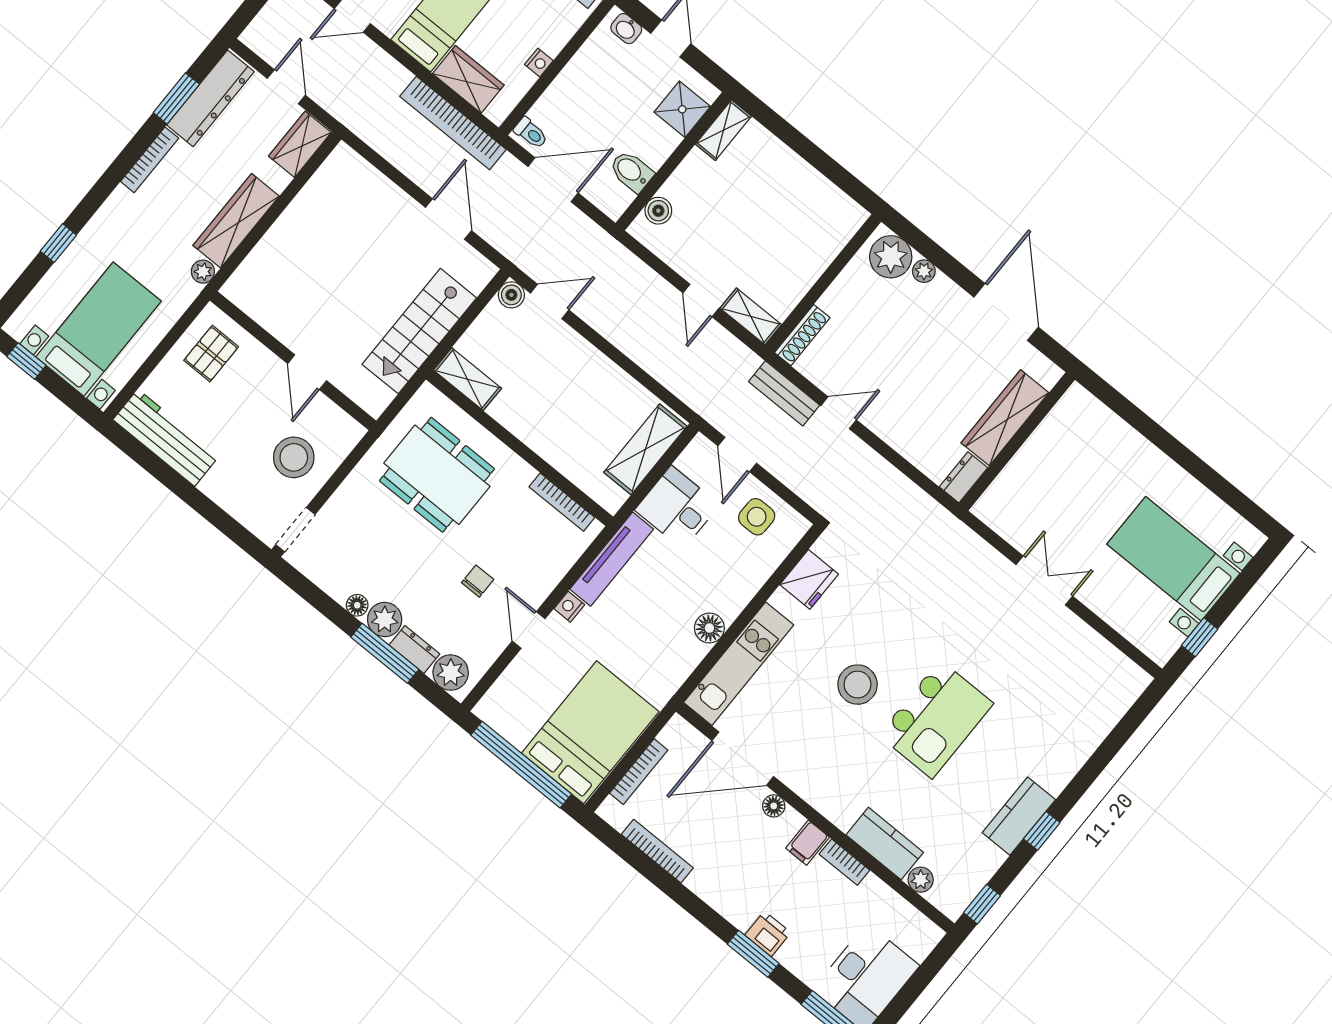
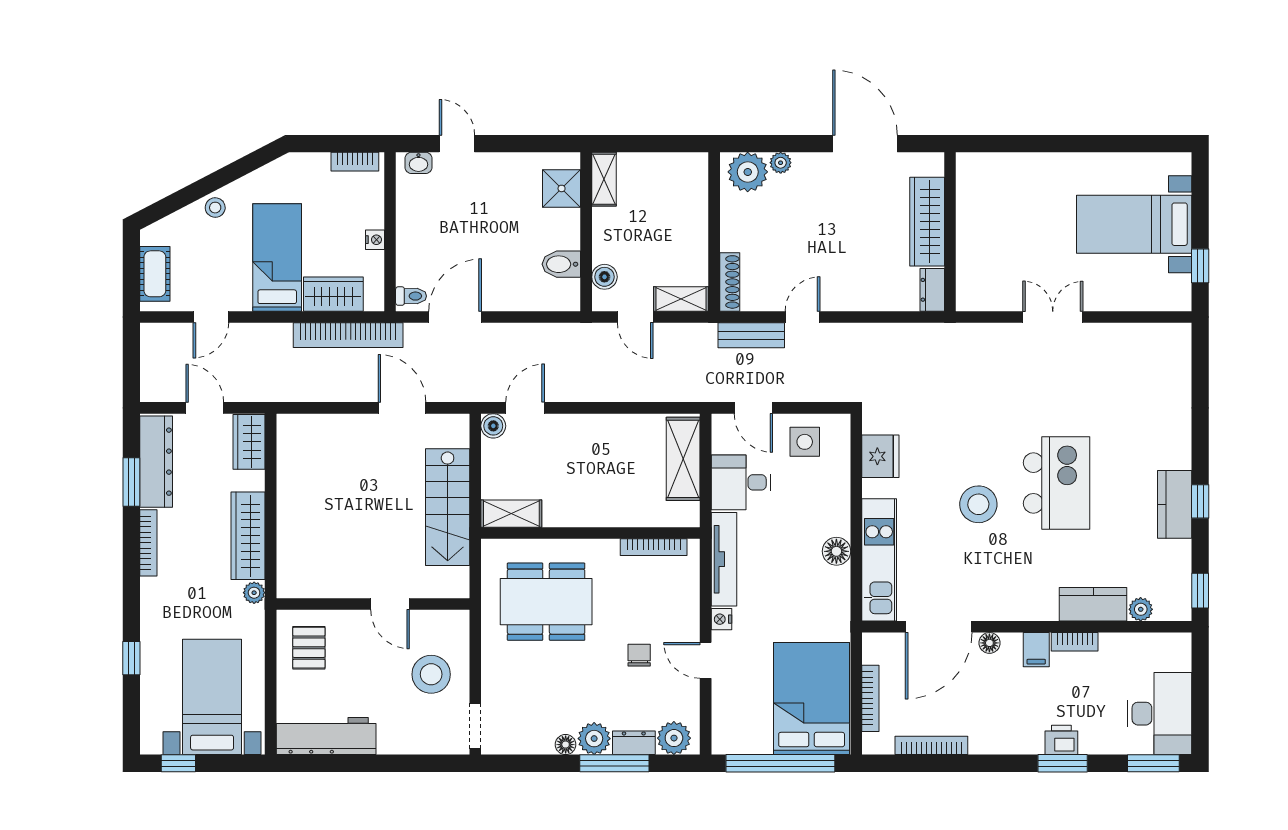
shower: (682, 109) -> (562, 188), moved
shelving: (723, 130) -> (604, 179), moved
wall: (674, 161) -> (586, 232), moved
bidet: (631, 171) -> (561, 264), moved
boiler: (658, 211) -> (604, 277), moved

